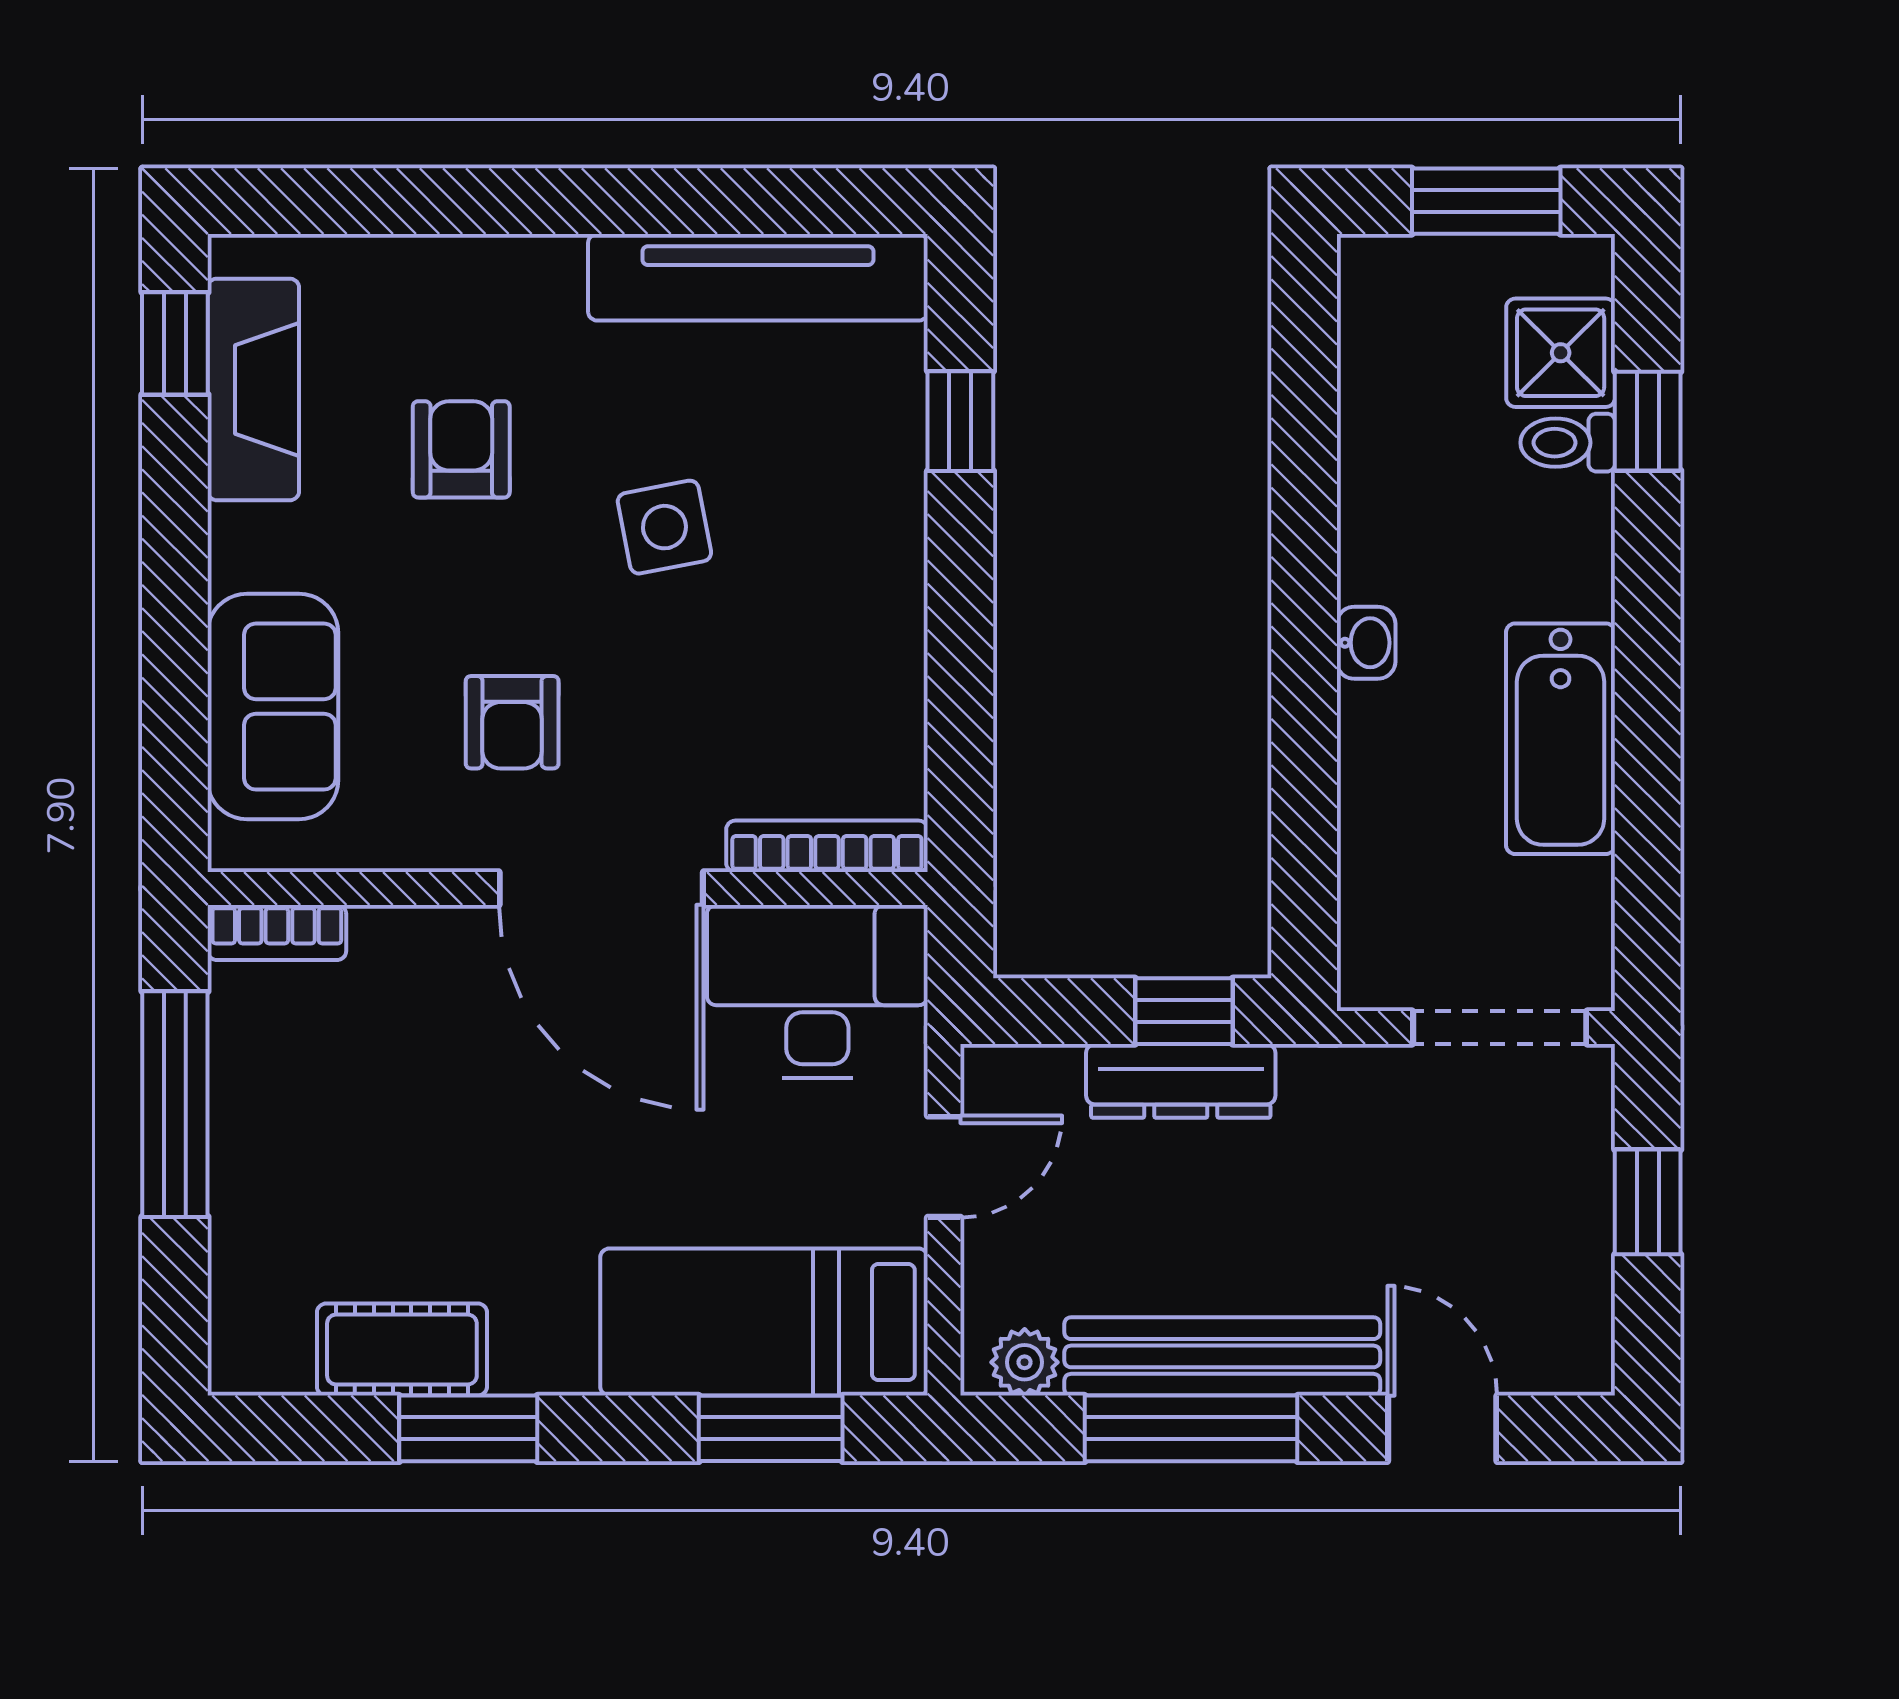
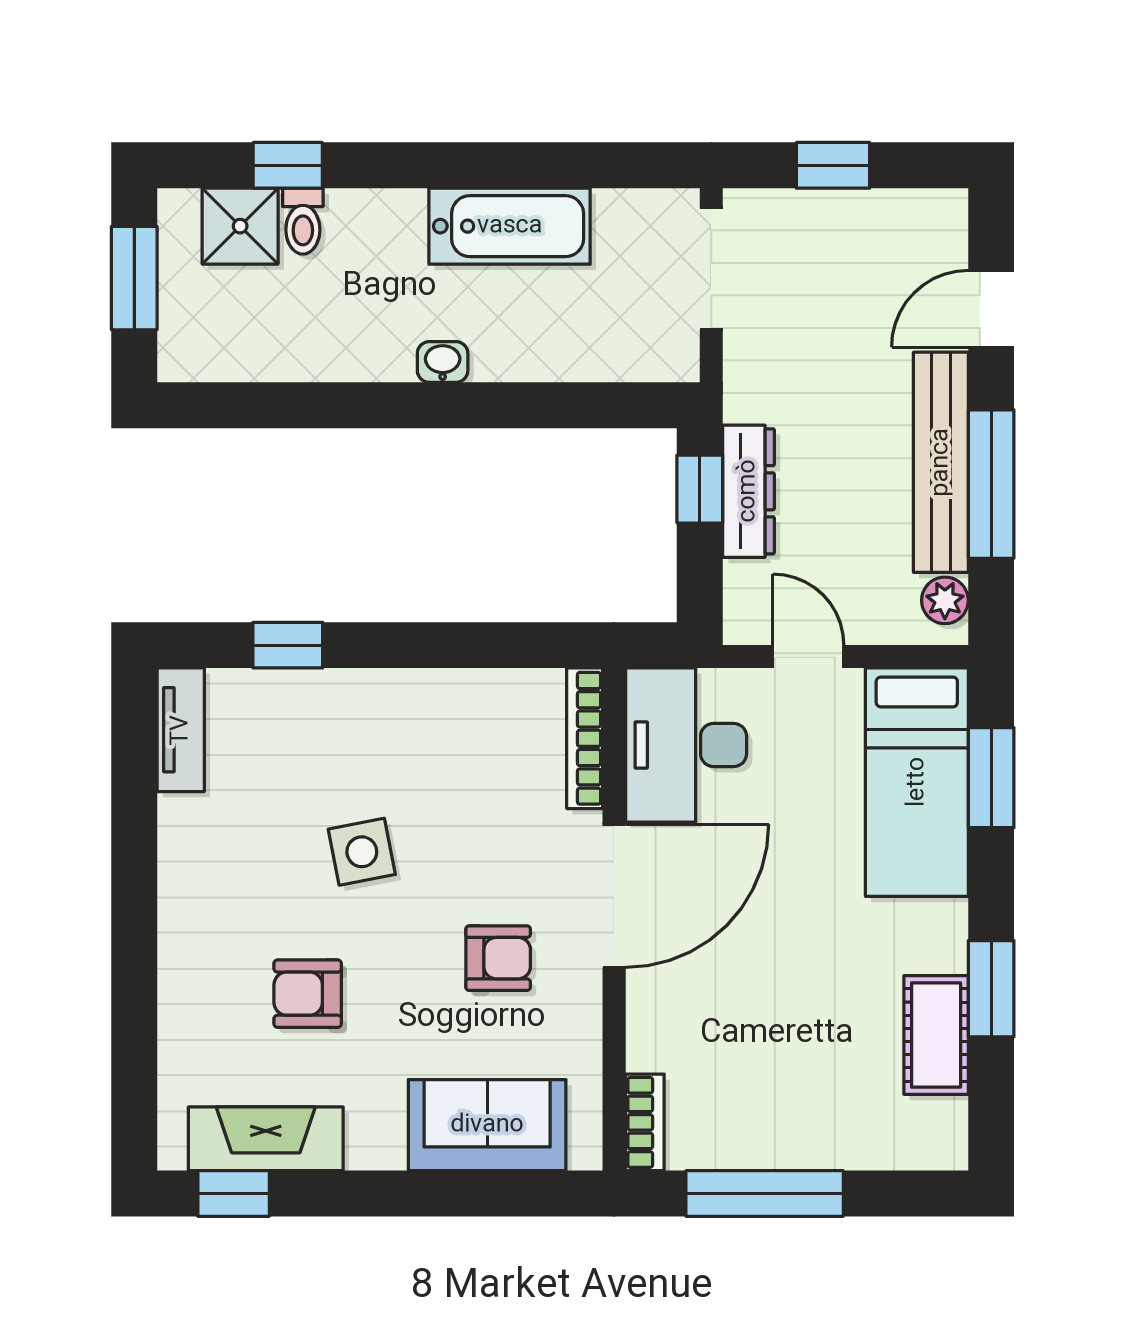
tv unit: (758, 277) -> (181, 730), width x0.52, depth x0.78

